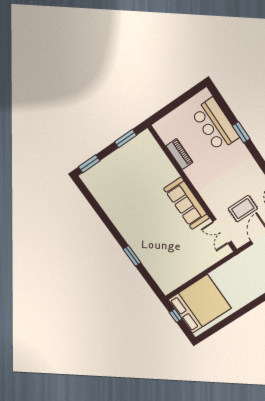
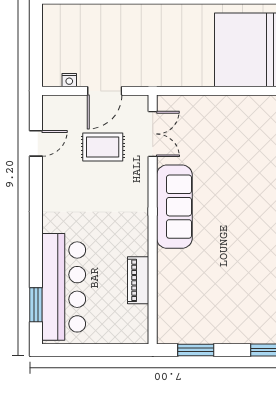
bar counter: (215, 125) -> (64, 287), width x1.36
window: (241, 132) -> (36, 305), moved

